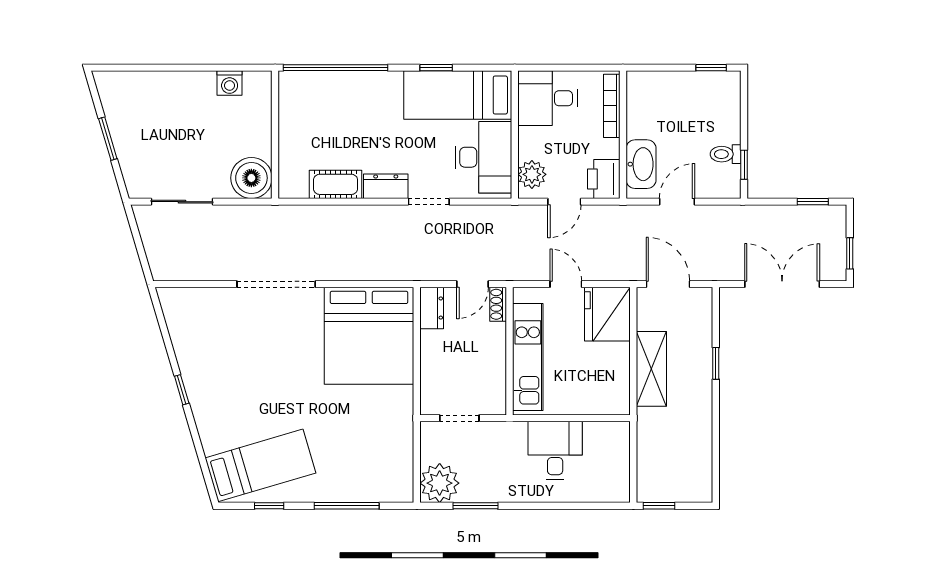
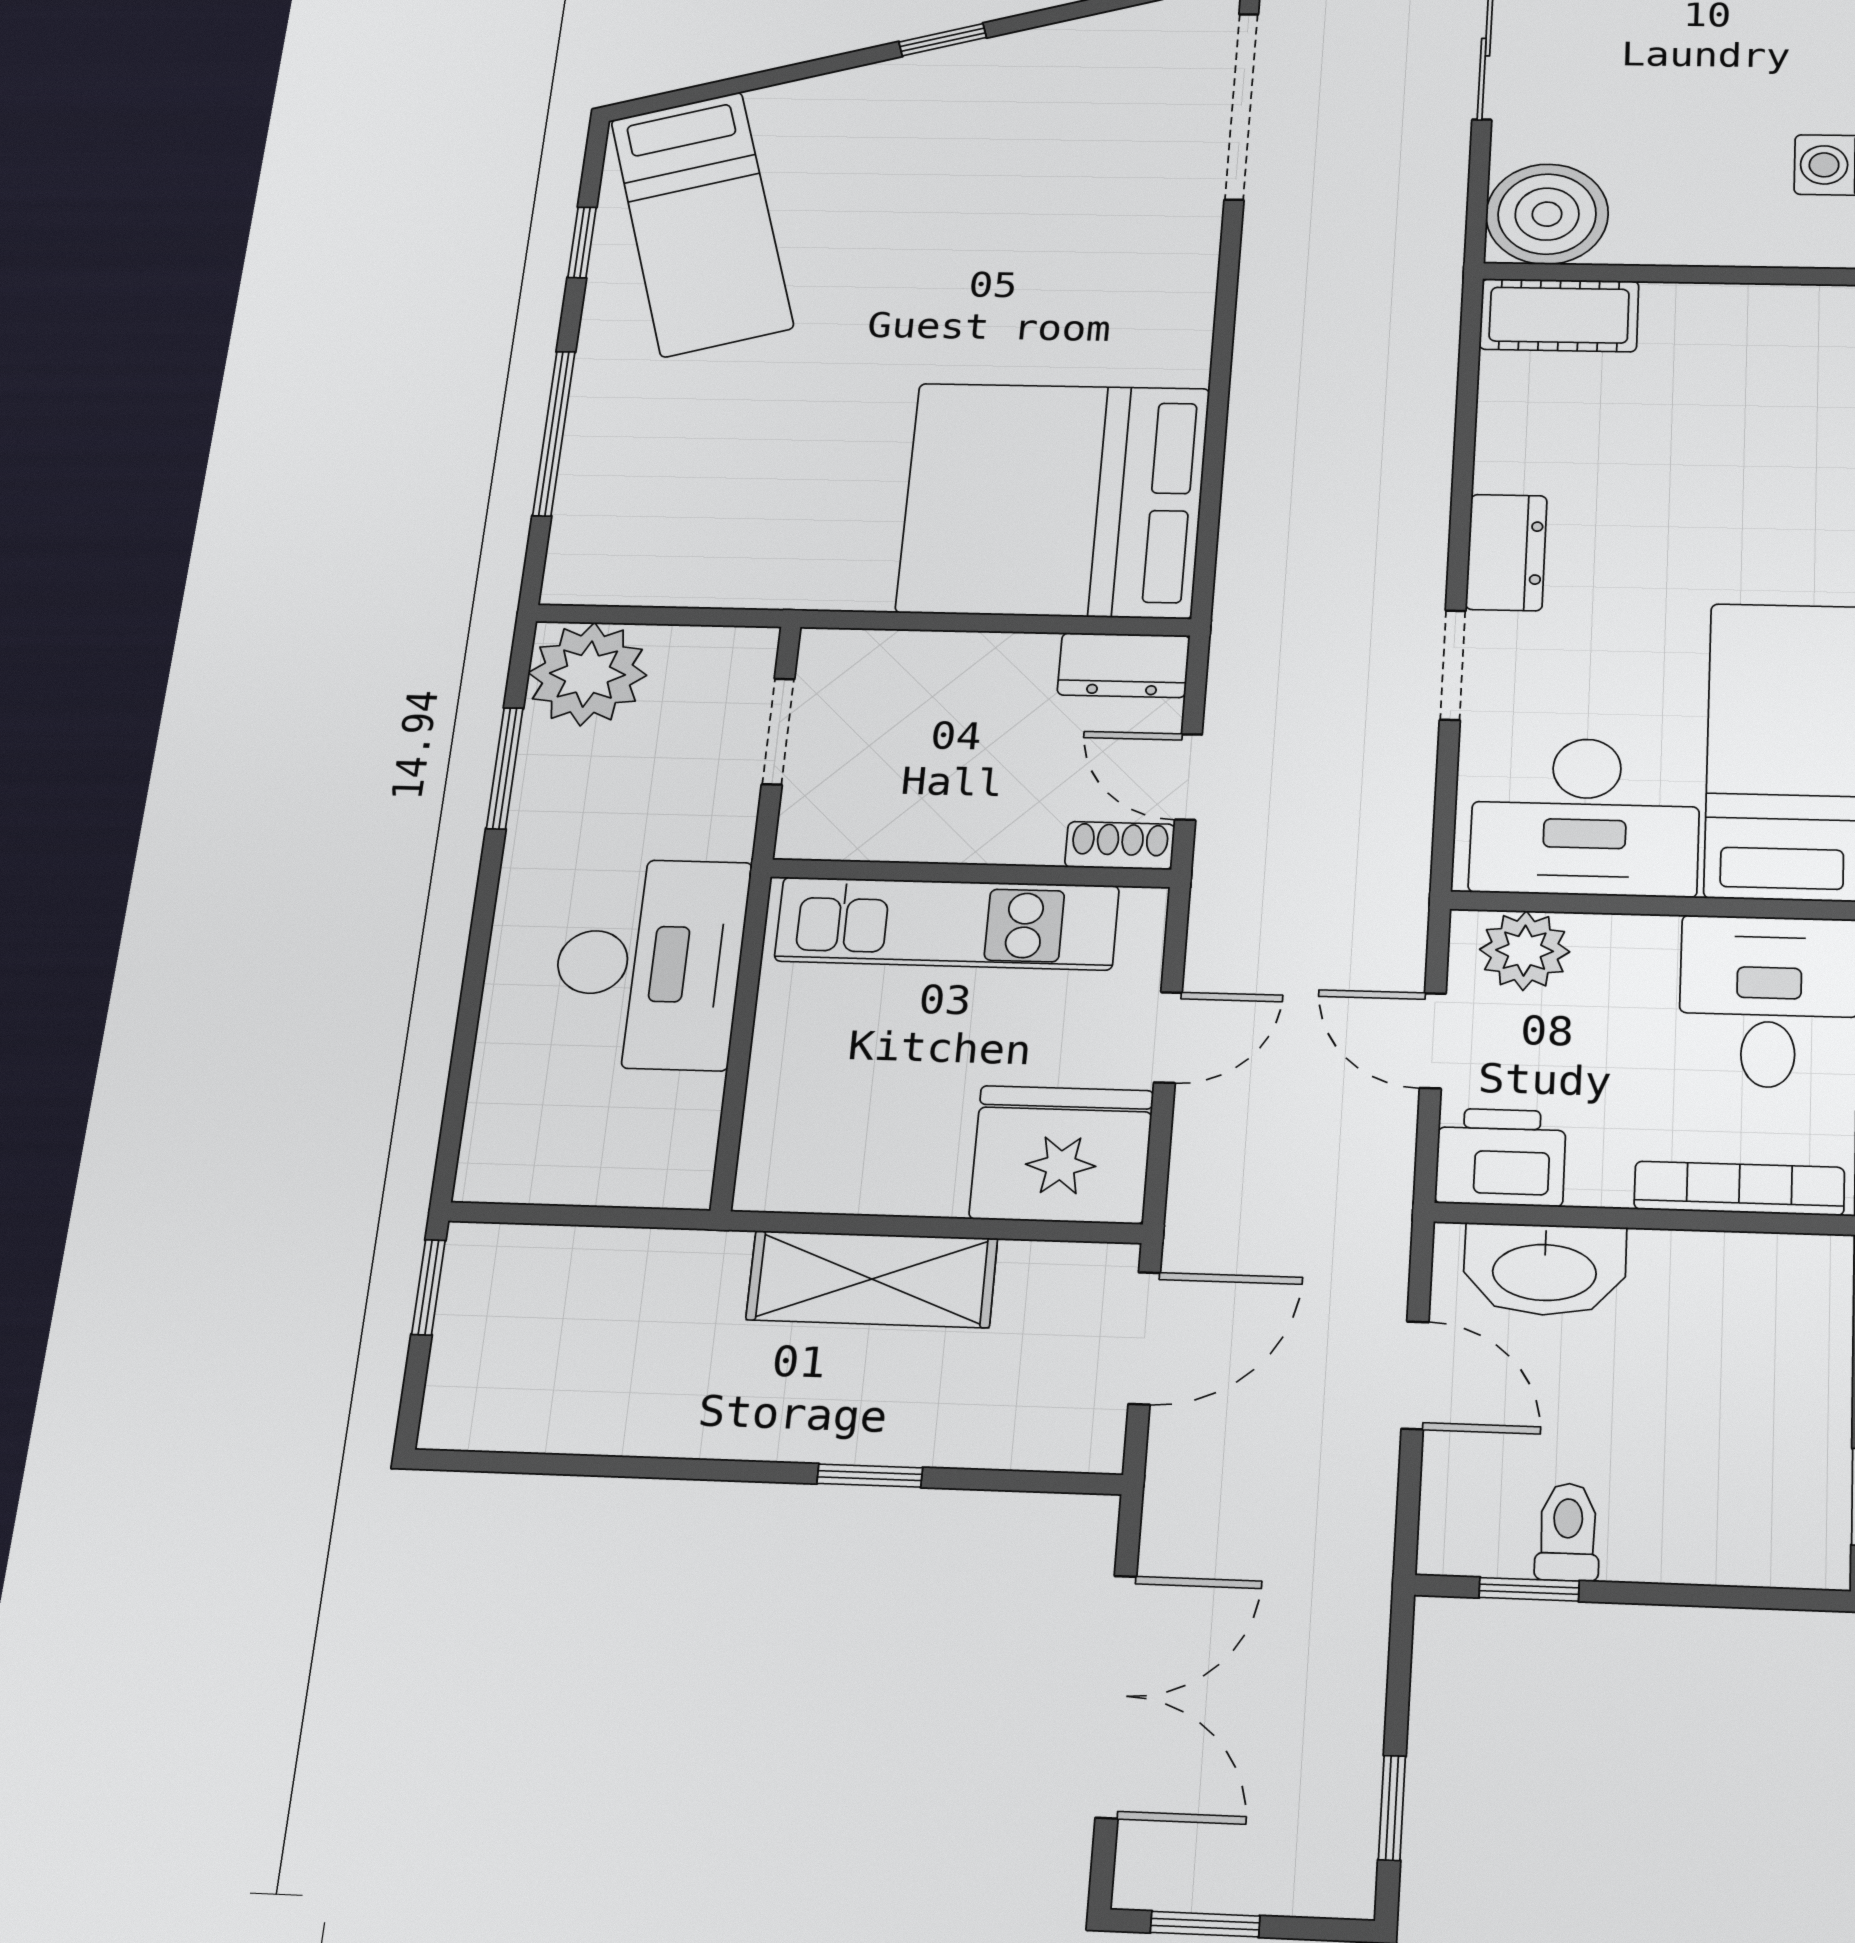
cot: (336, 184) -> (1559, 315), moved, turned 90
doorway: (276, 284) -> (1241, 106), moved
desk: (555, 450) -> (649, 964), width x1.37

